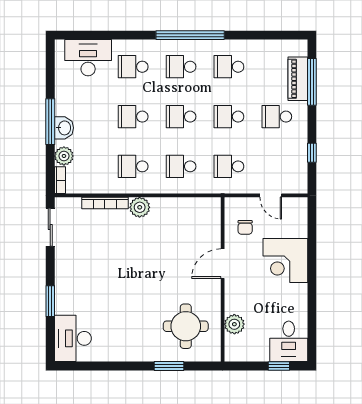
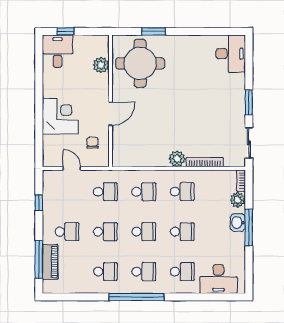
window: (50, 301) -> (249, 102), moved
round table: (186, 326) -> (140, 63), width x1.36, depth x1.36

